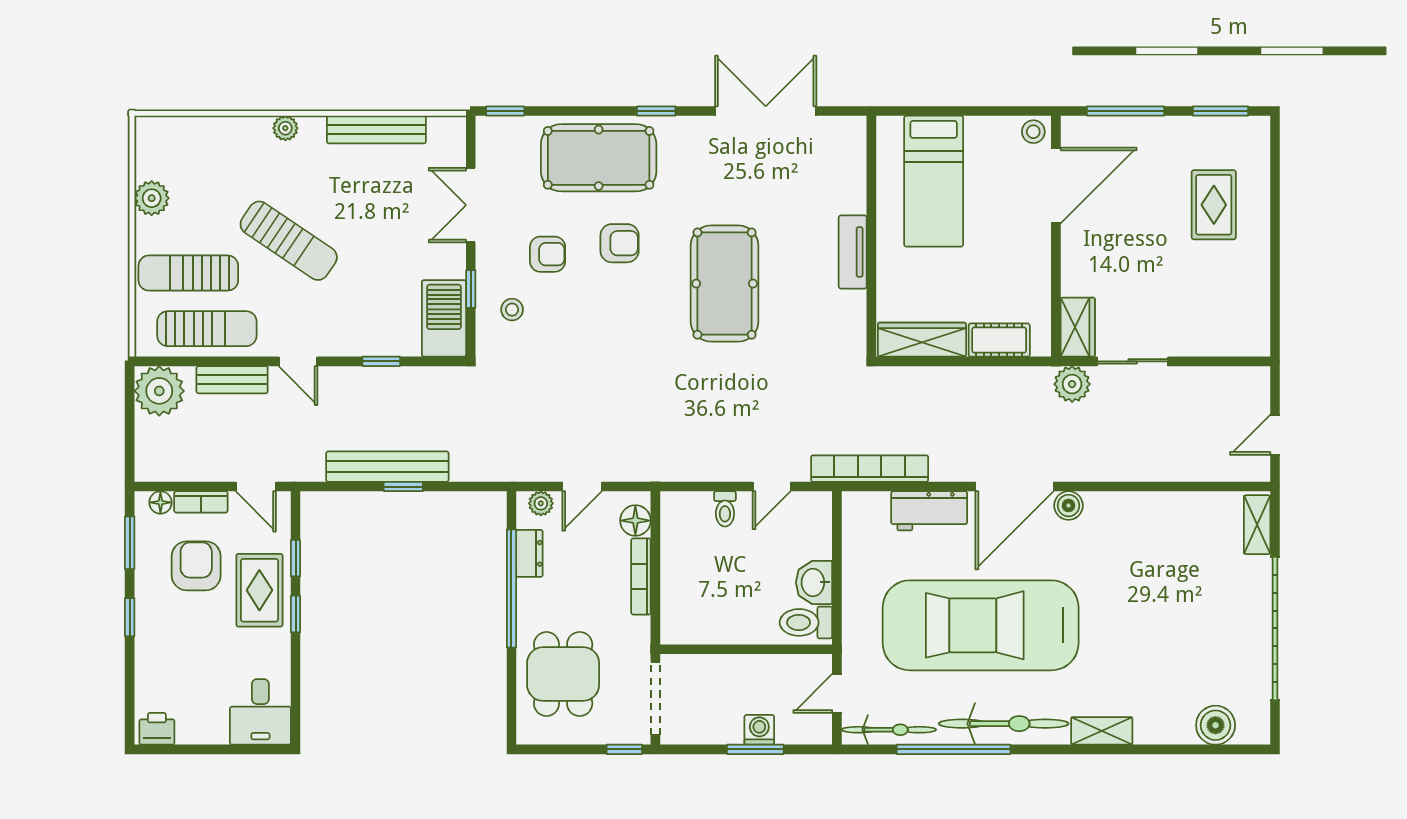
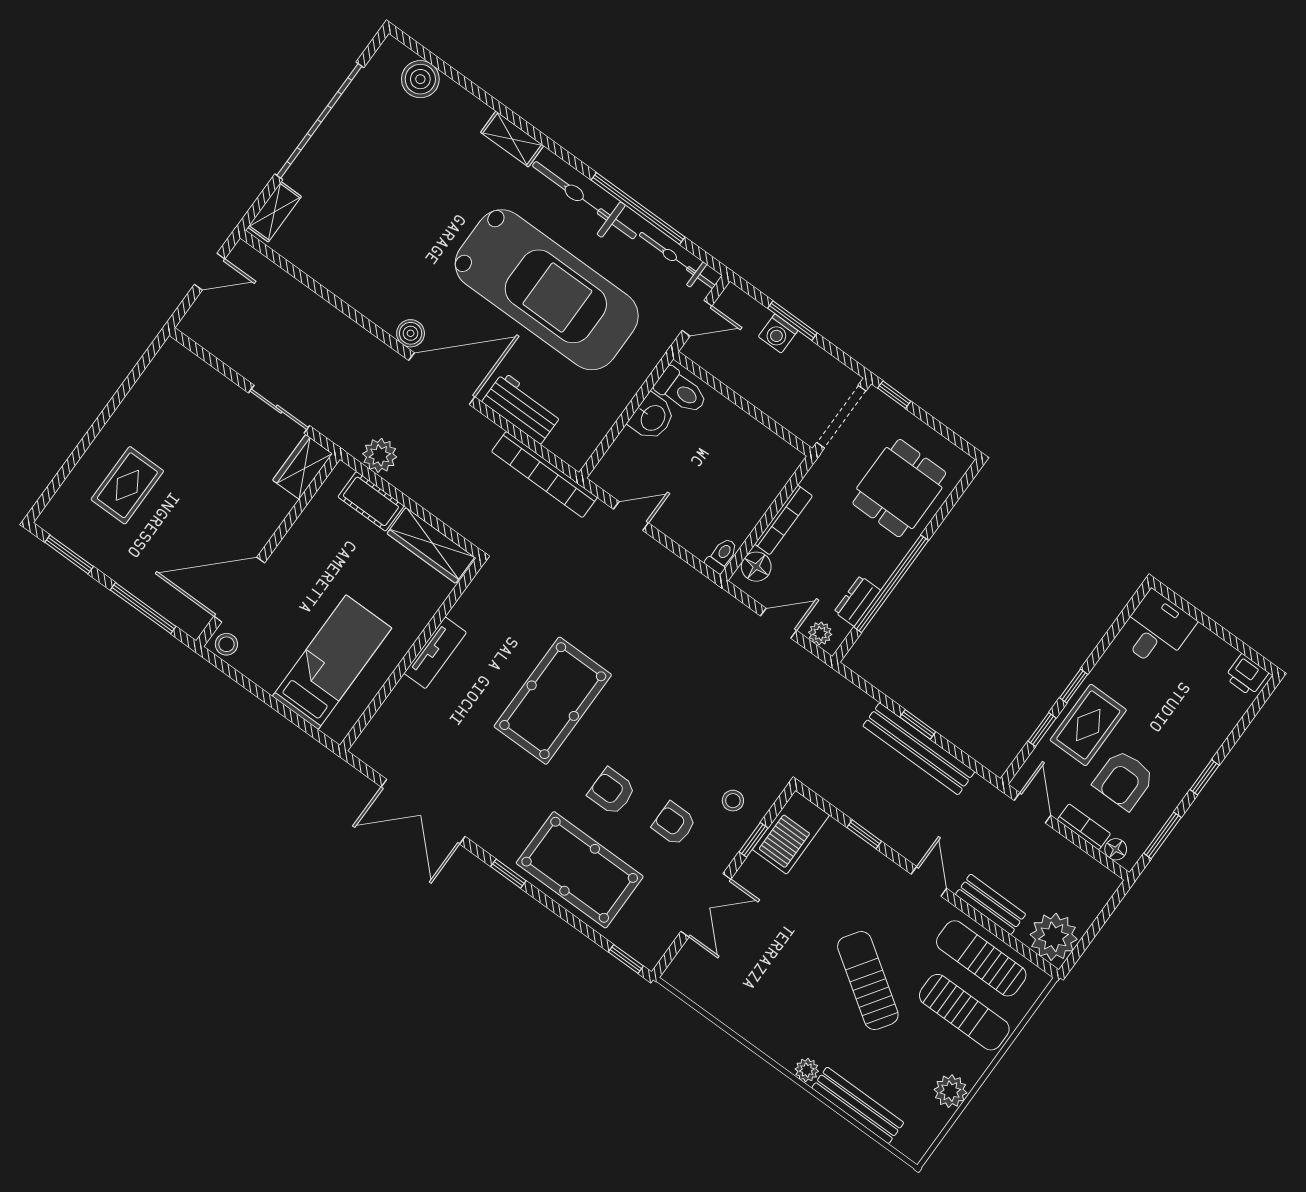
bench: (376, 130) -> (858, 1105), moved
plant: (1072, 384) -> (380, 455), moved
toilet: (725, 509) -> (722, 555), moved

